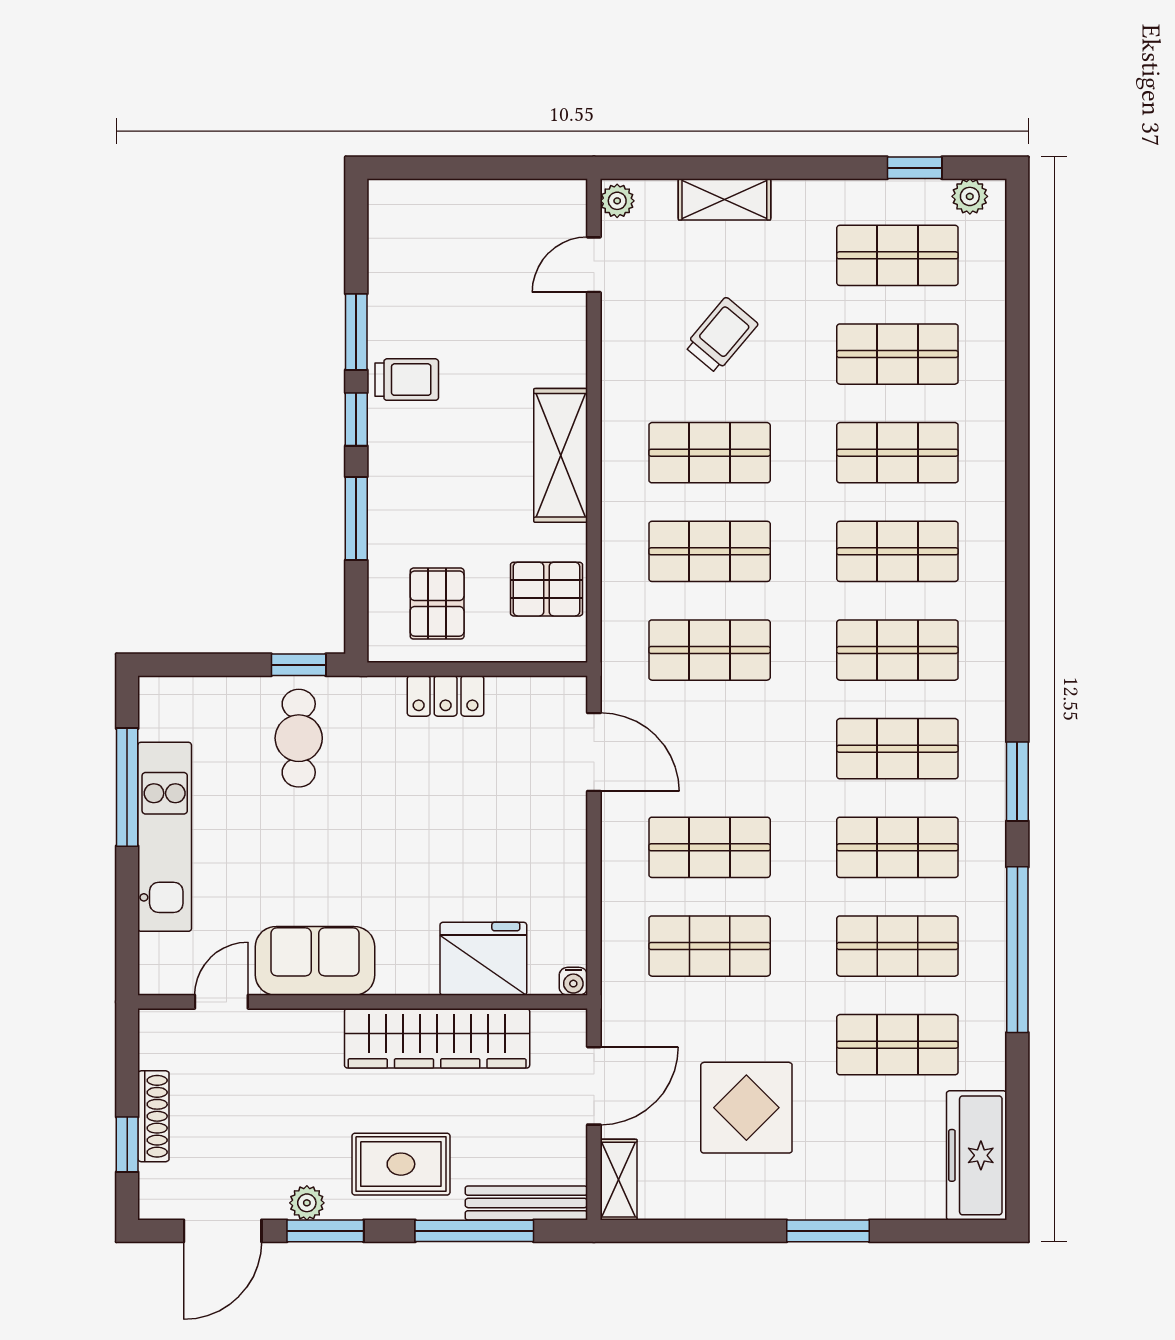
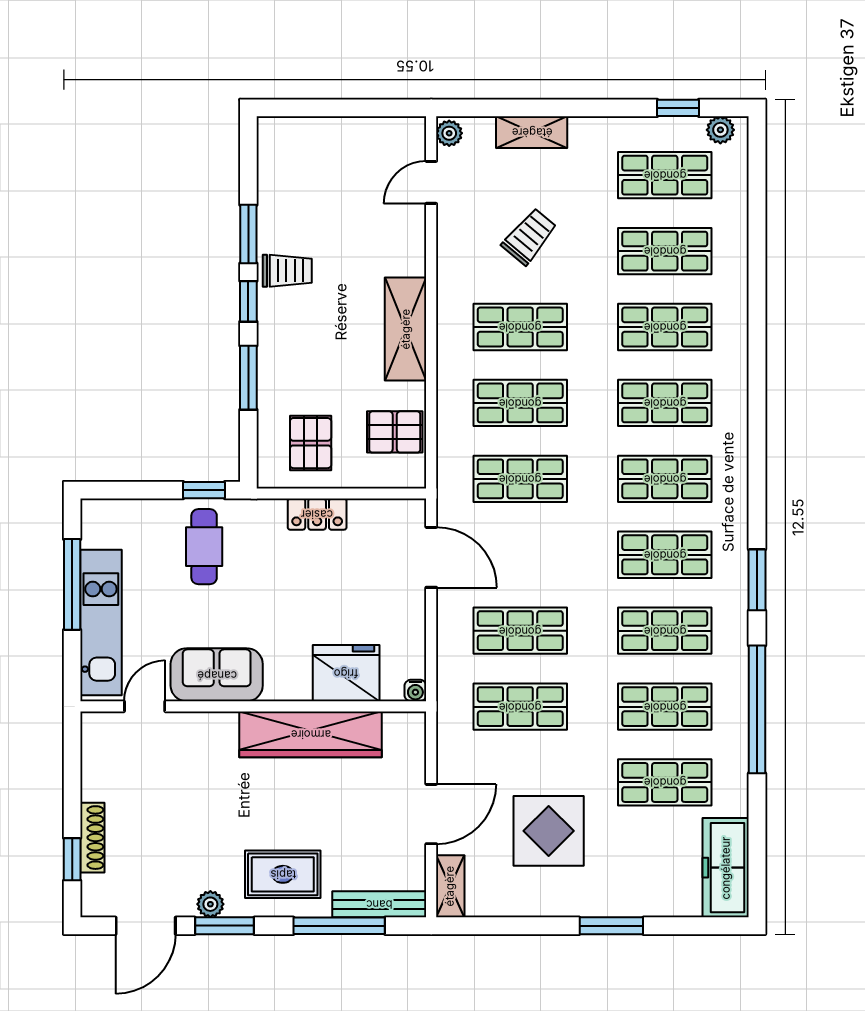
fridge: (483, 959) -> (346, 673), moved
sofa: (315, 961) -> (217, 675), moved
water cooler: (573, 981) -> (415, 690), moved
door: (221, 1002) -> (145, 706), moved
wall: (363, 1002) -> (253, 706), moved
wardrobe: (437, 1038) -> (311, 734), moved

